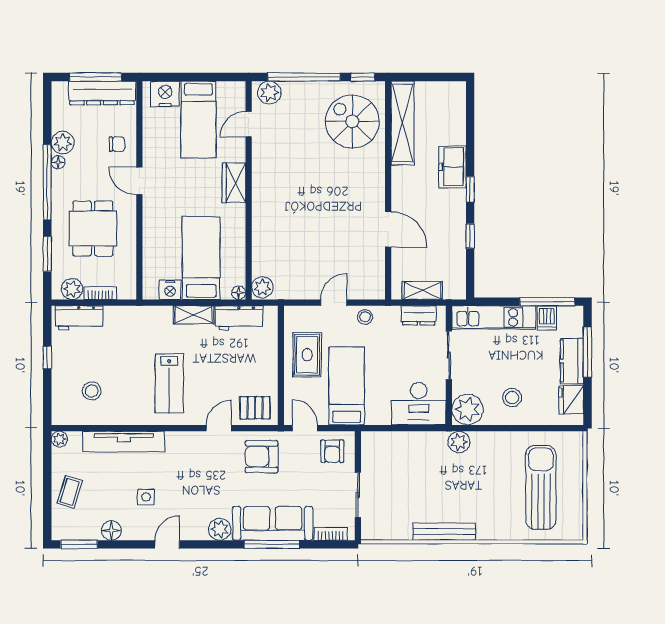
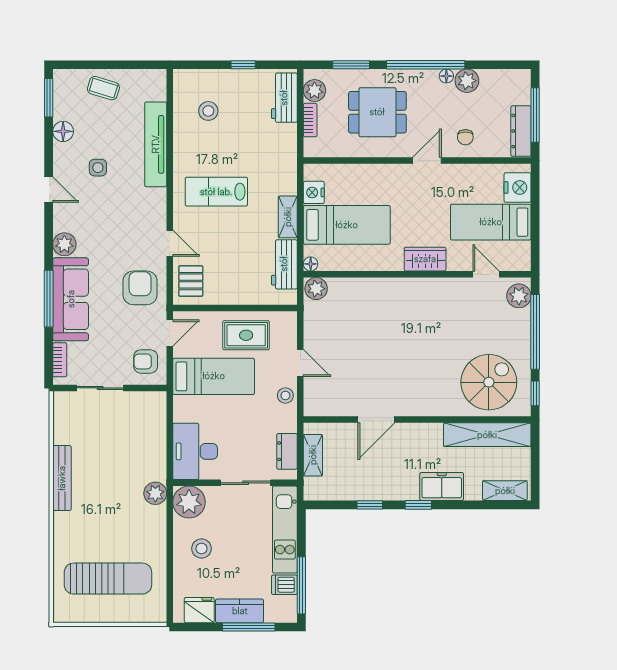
dresser: (102, 93) -> (521, 131), width x0.73, depth x0.80
shelving: (456, 106) -> (505, 491), added
plant: (59, 439) -> (158, 77), removed

